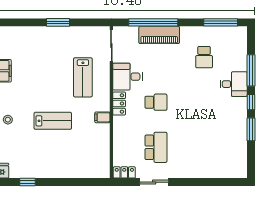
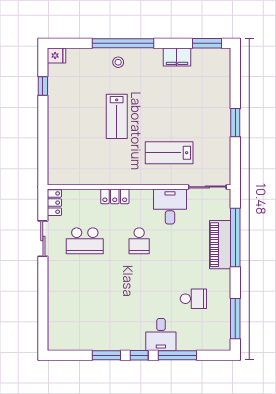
school desk: (204, 57) -> (193, 299), turned 180
locker: (119, 103) -> (115, 196), moved
filing cabinet: (102, 117) -> (121, 176), removed

